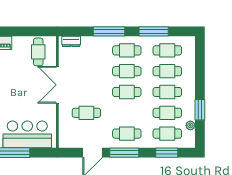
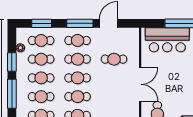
window: (200, 75) -> (12, 94), added
cafe table: (127, 113) -> (78, 59), added

